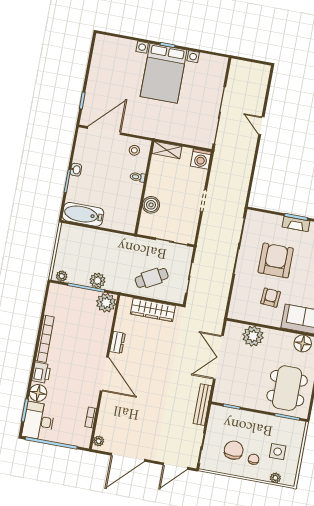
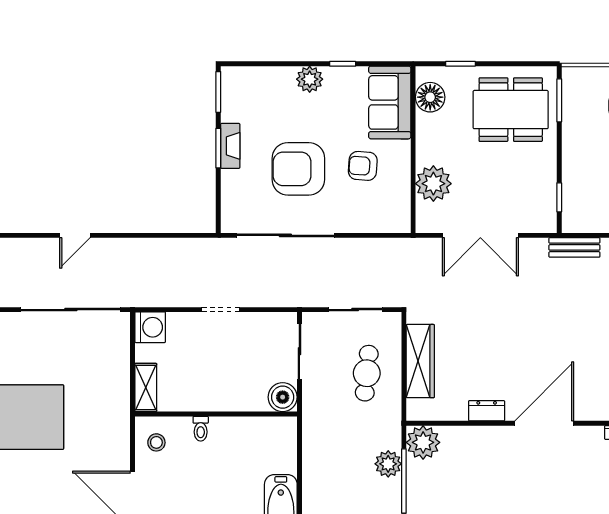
boiler: (151, 205) -> (283, 397), moved
cafe table: (152, 278) -> (367, 373), turned 35
bench: (203, 405) -> (574, 247), width x0.73

